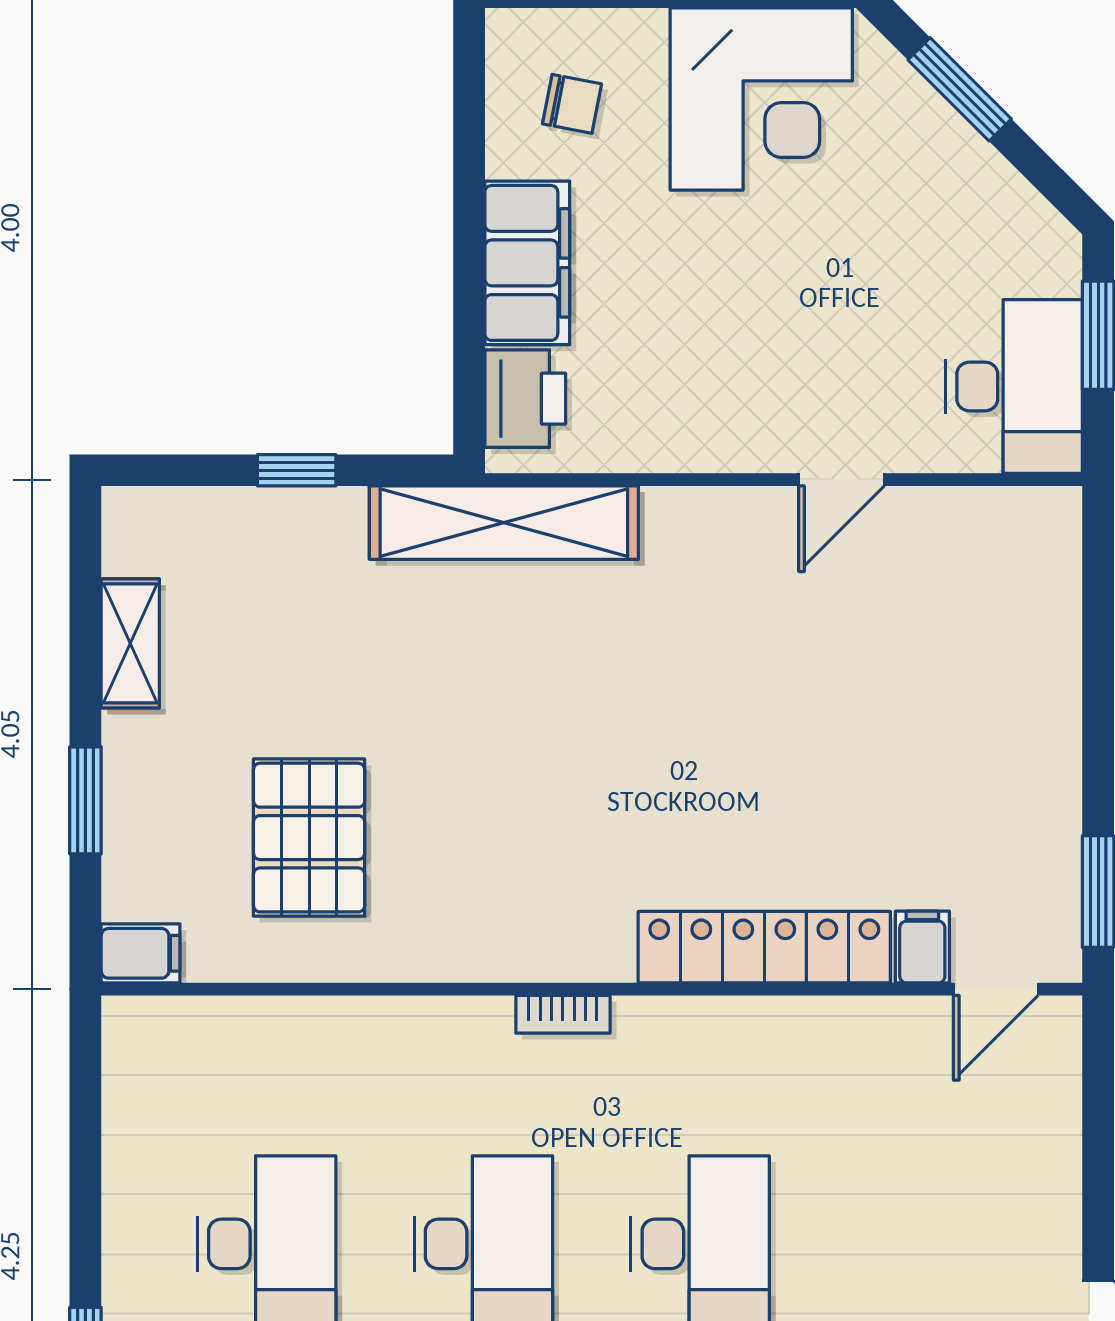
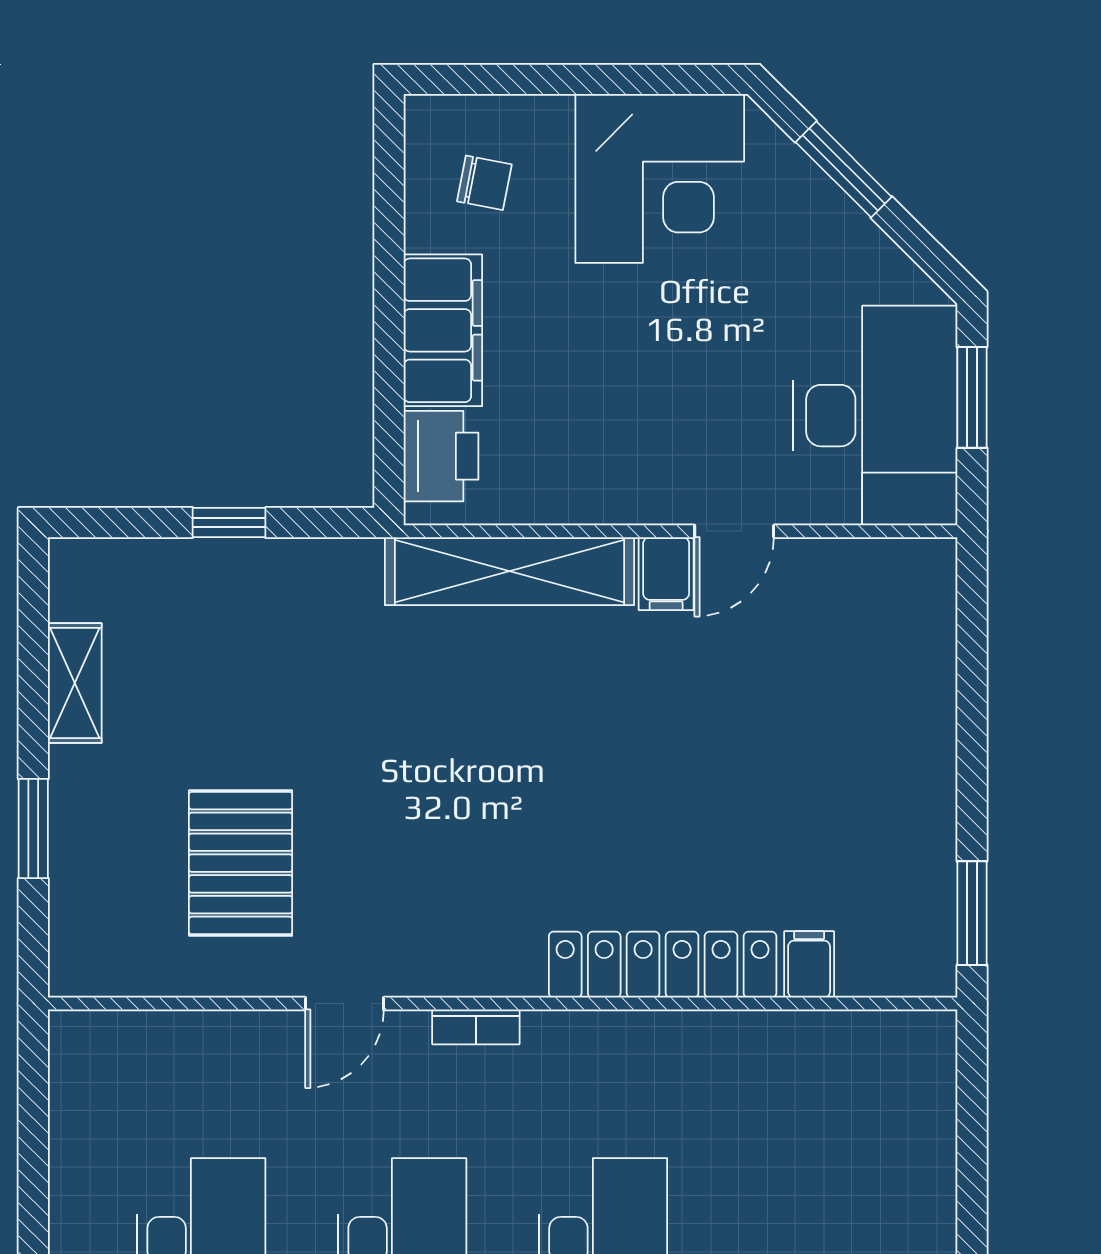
desk: (1014, 386) -> (875, 416), width x1.36, depth x1.30
shelving: (504, 523) -> (509, 571), moved
filing cabinet: (141, 953) -> (666, 574), moved, turned 90
door: (996, 989) -> (344, 1004), moved

